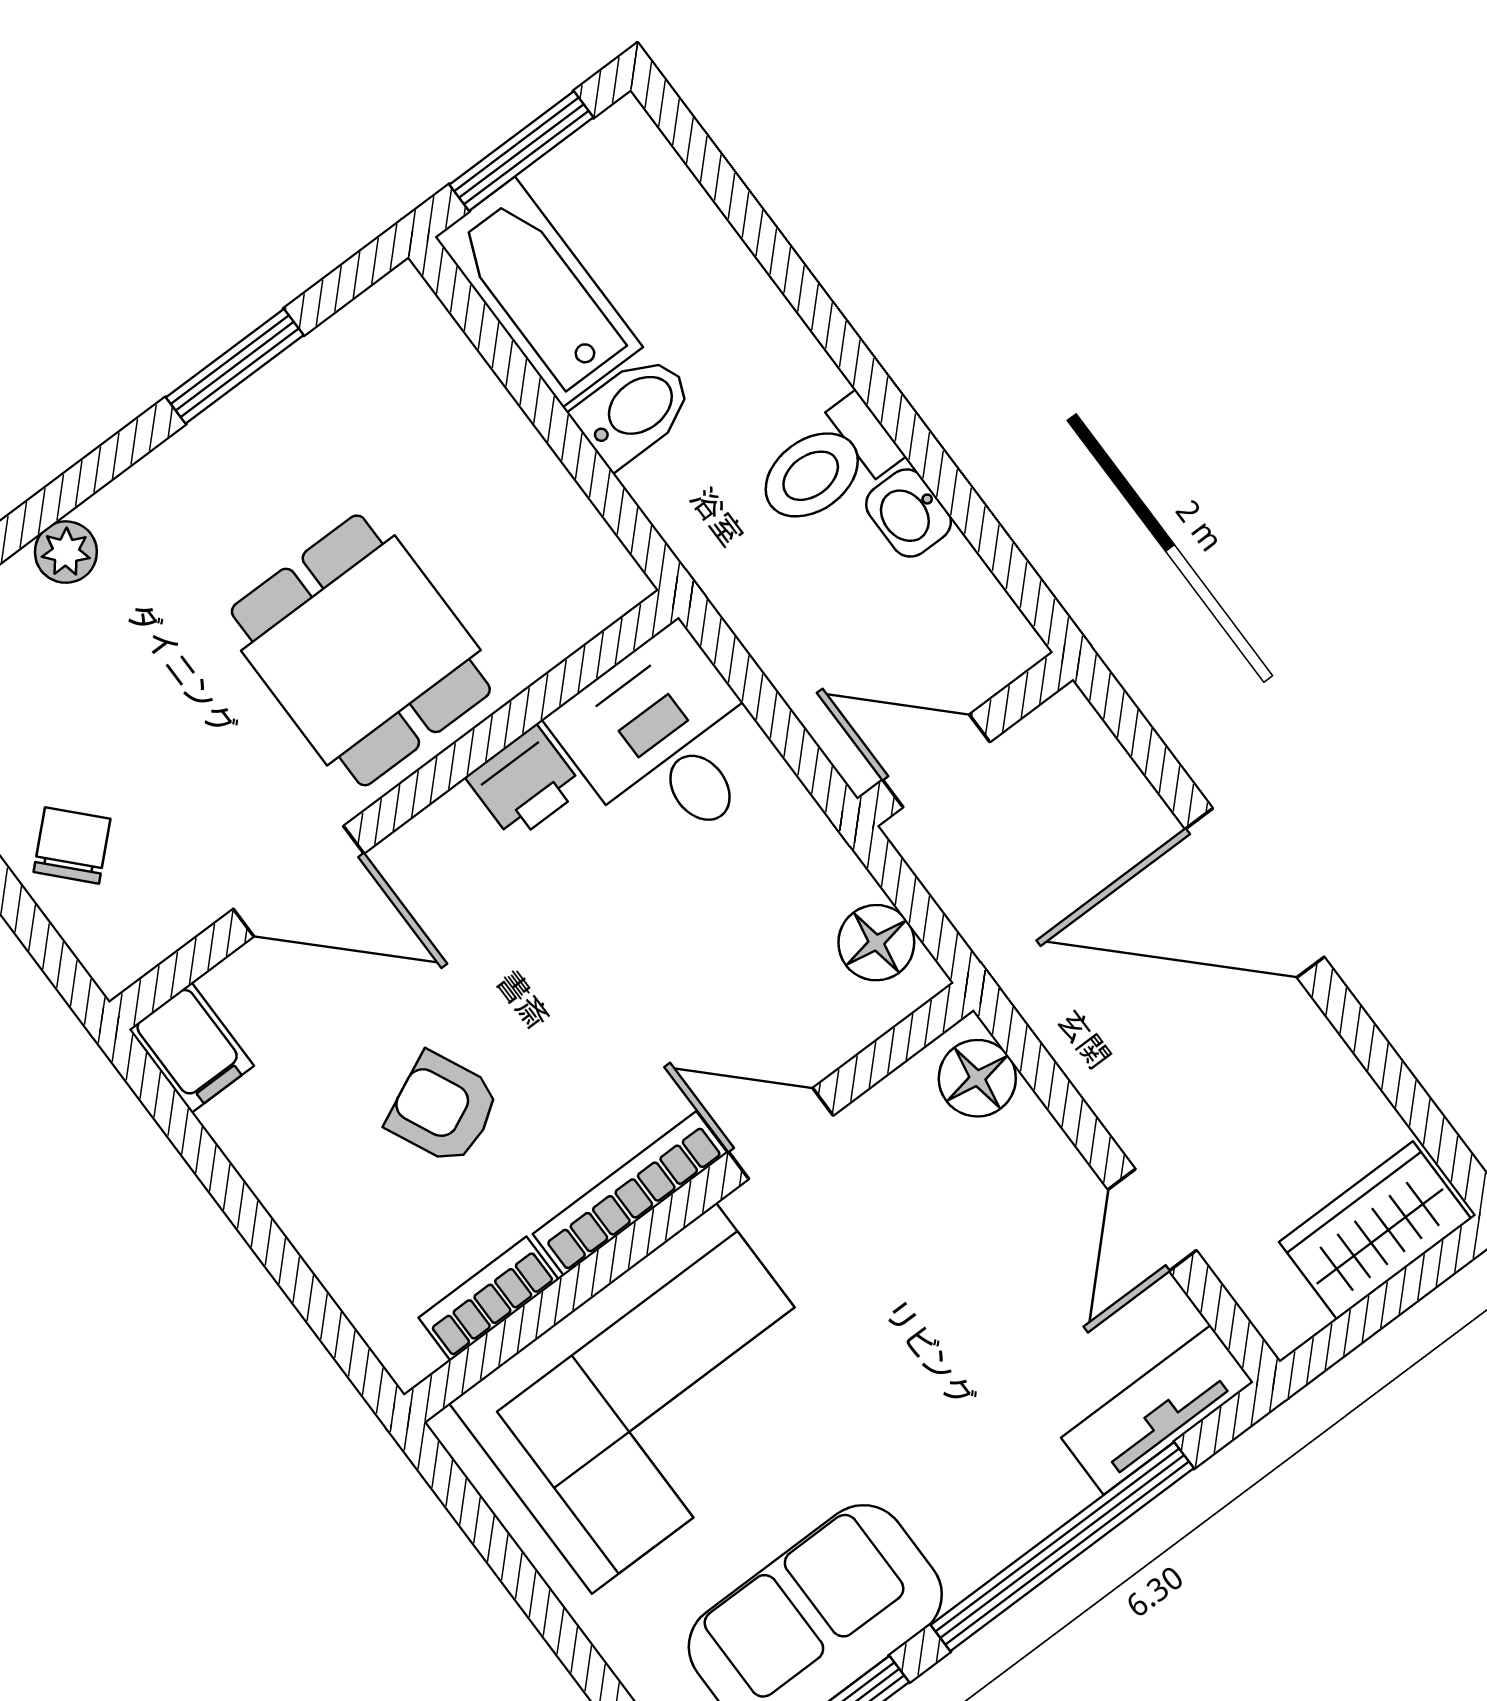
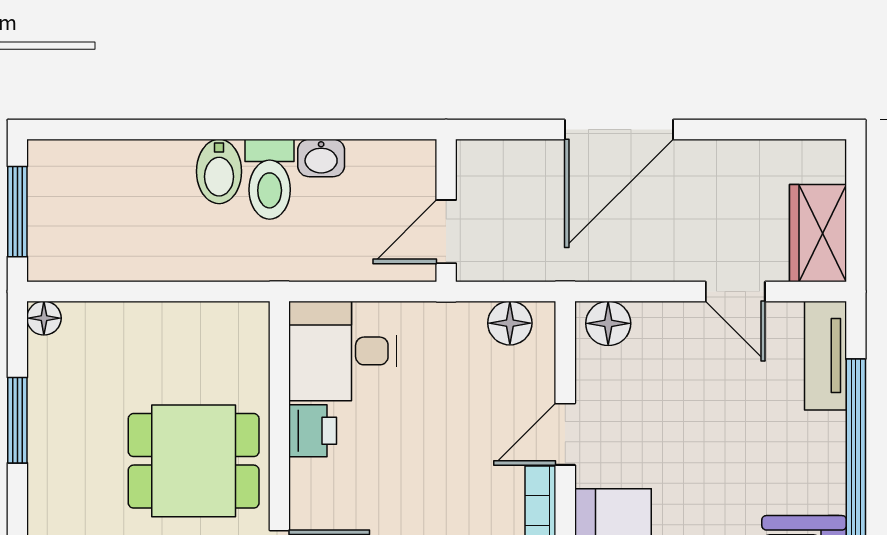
bathtub: (539, 292) -> (89, 253), removed
floor lamp: (402, 297) -> (44, 318), added
bidet: (634, 410) -> (219, 171), moved, turned 180
wardrobe: (1375, 1230) -> (818, 233), moved

